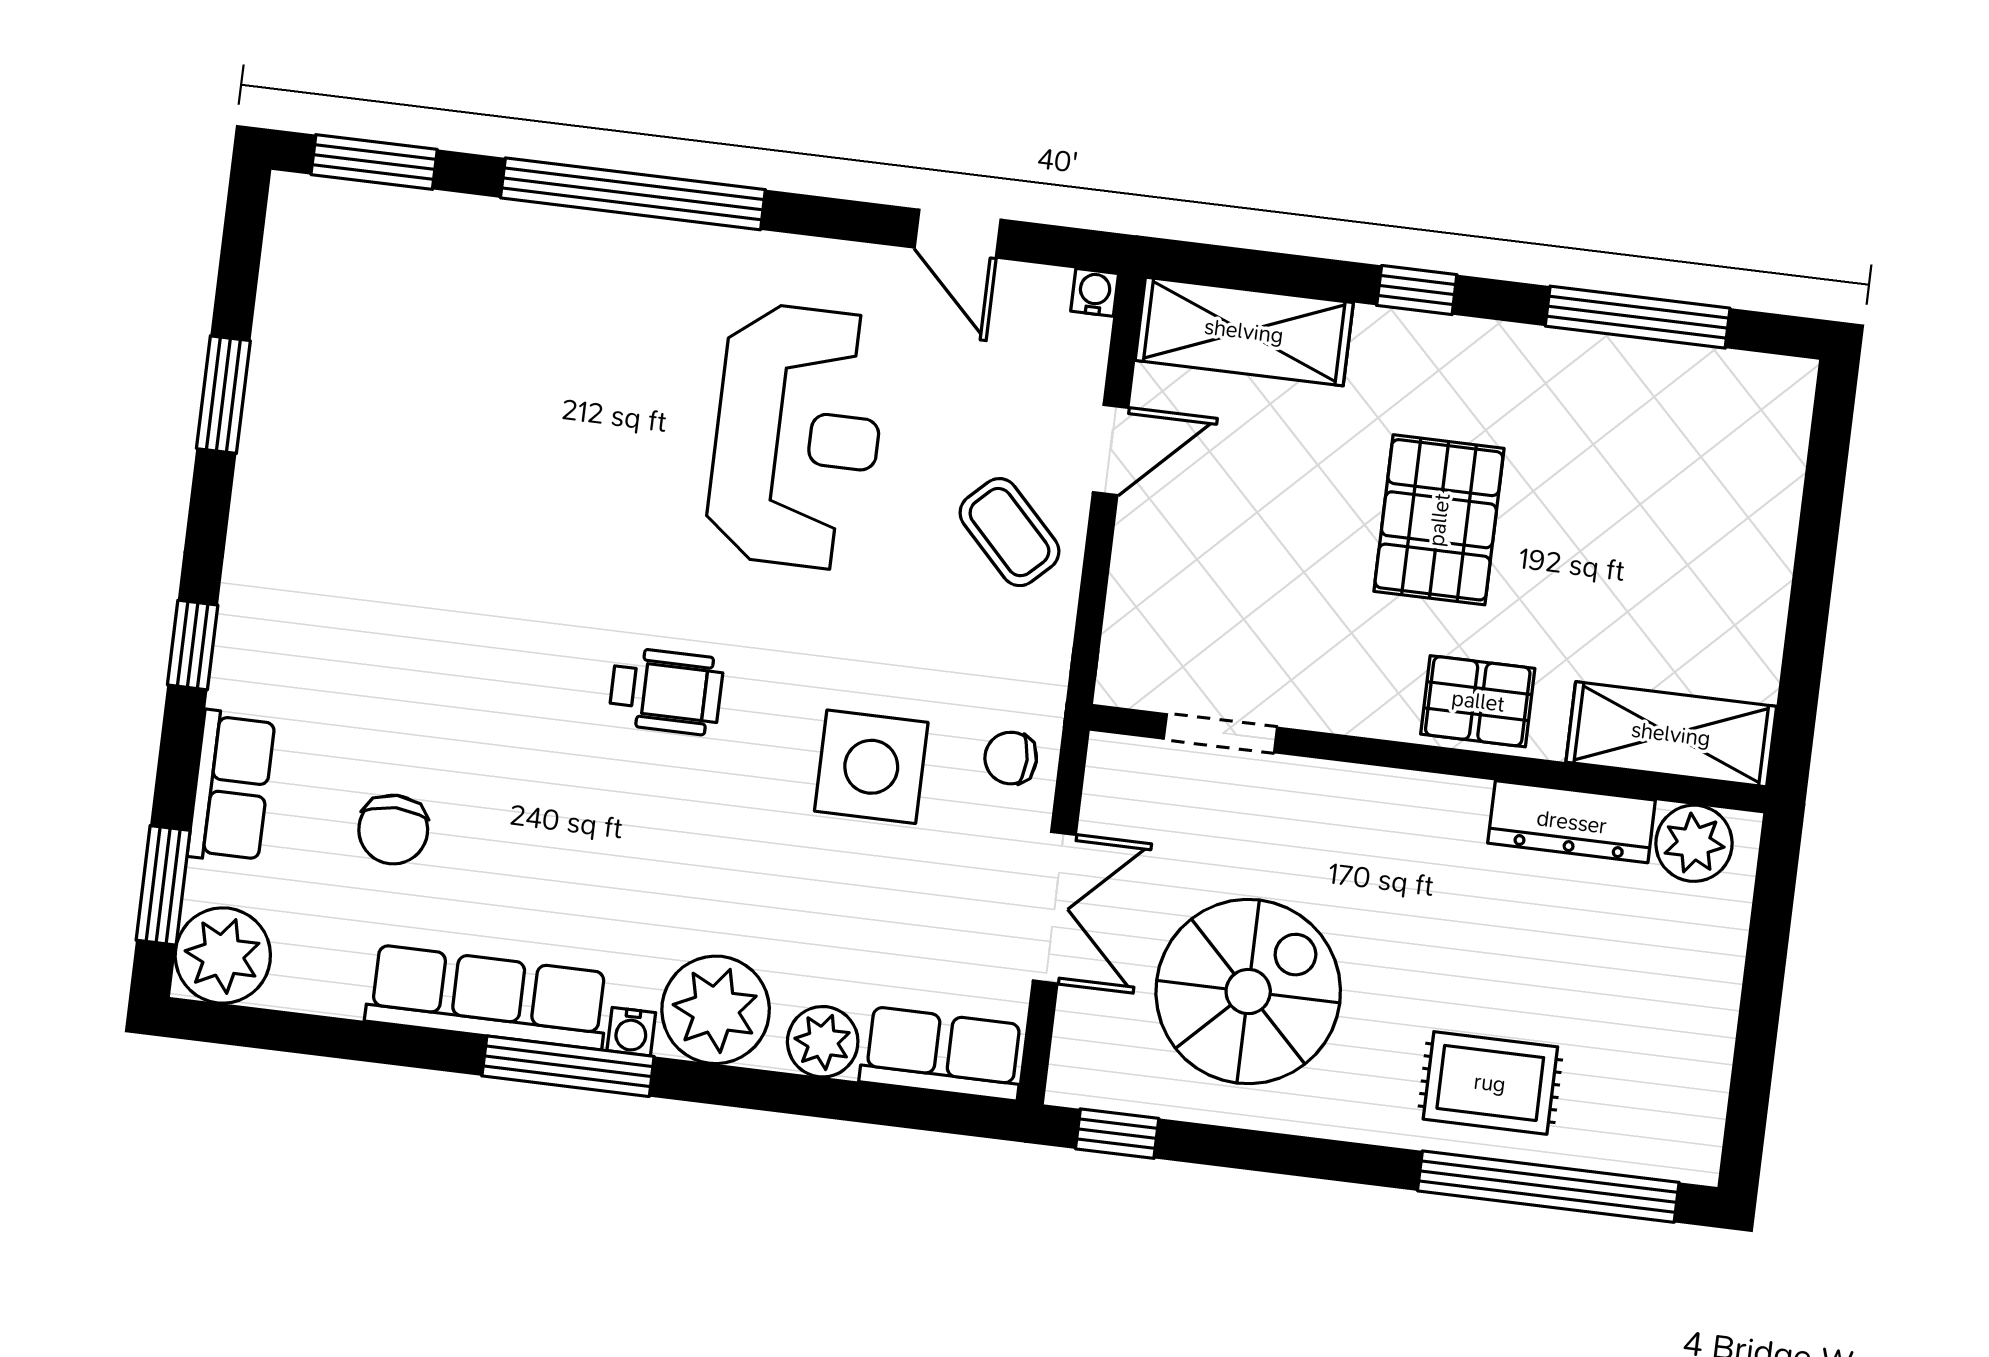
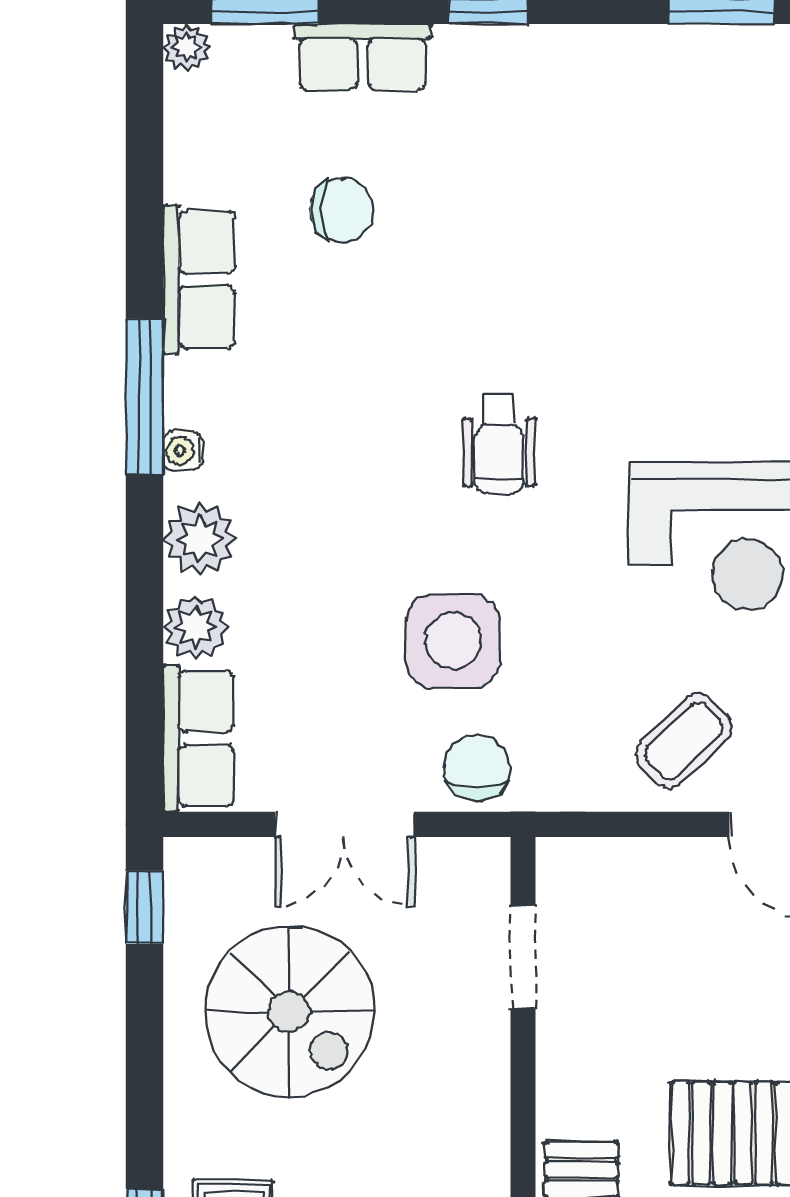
chair: (1011, 758) -> (477, 768), width x1.37, depth x1.37
chair: (393, 830) -> (342, 210), turned 180
plant: (223, 955) -> (187, 47), width x0.53, depth x0.53
row of seats: (488, 997) -> (199, 279), width x0.68
plant: (716, 1010) -> (200, 539), width x0.73, depth x0.73

